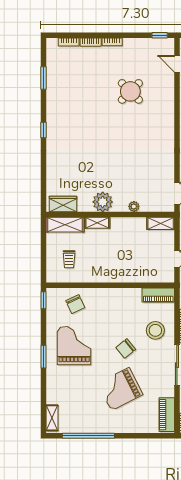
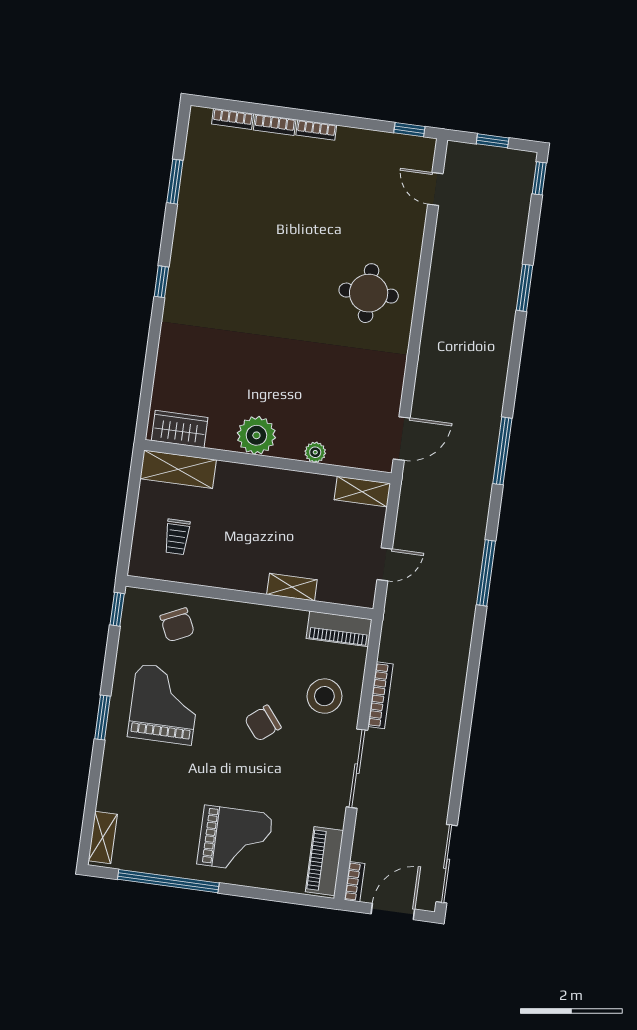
round table: (130, 91) -> (369, 293), moved, turned 45
shelving: (97, 223) -> (292, 587), moved
grand piano: (120, 389) -> (235, 839), moved, turned -153

